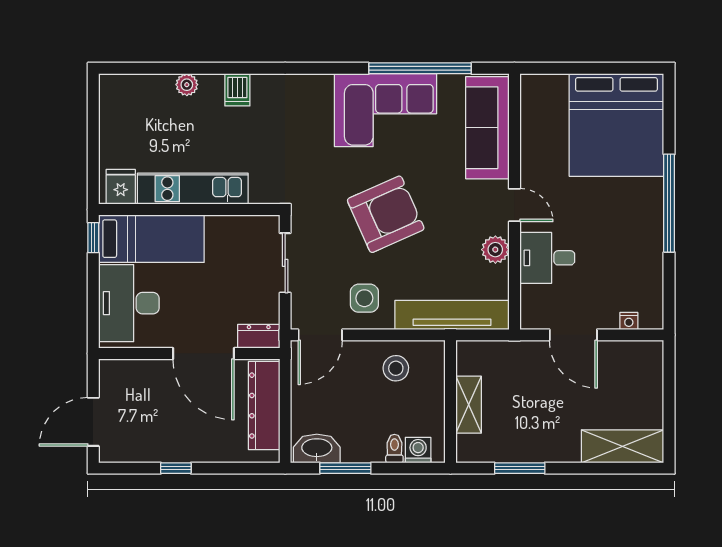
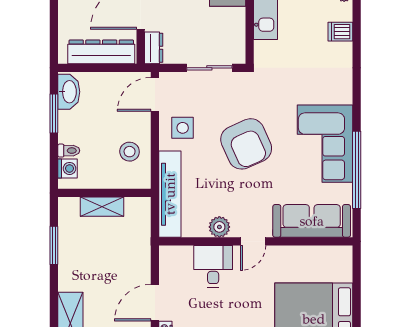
door: (320, 335) -> (155, 94), hinge flipped
door: (573, 335) -> (155, 303), moved

